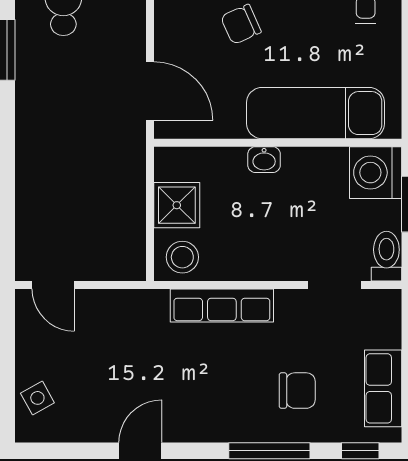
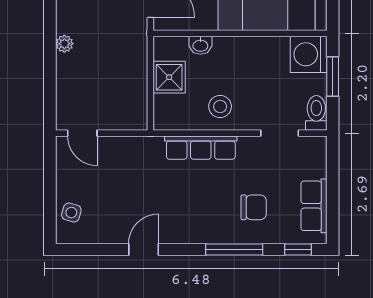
plant: (28, 157) -> (64, 44), added
washbasin: (264, 160) -> (200, 45), moved
stool: (182, 257) -> (220, 106), moved
side table: (37, 398) -> (71, 213), turned 45

